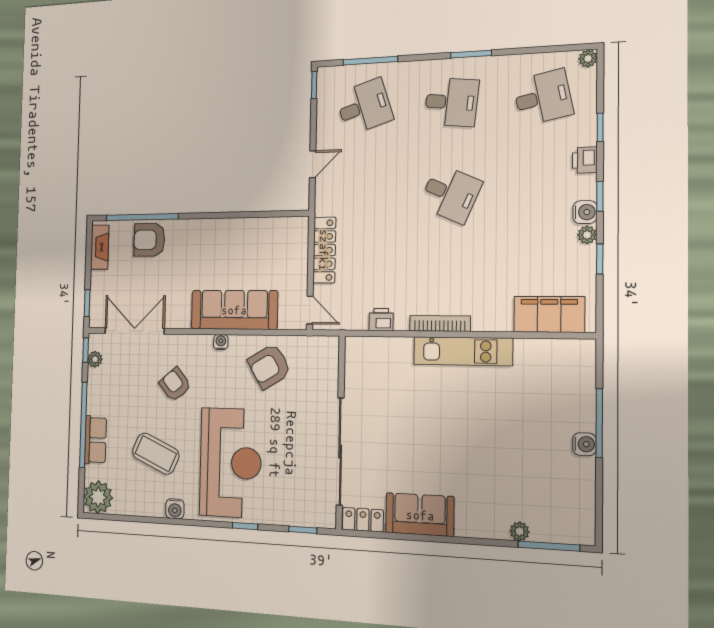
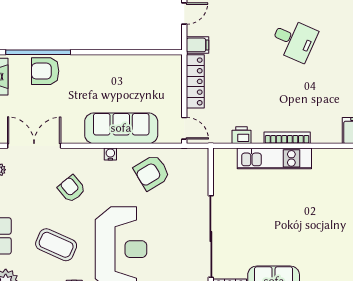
filing cabinet: (328, 204) -> (198, 45), added
kitchen unit: (463, 351) -> (274, 158), moved

